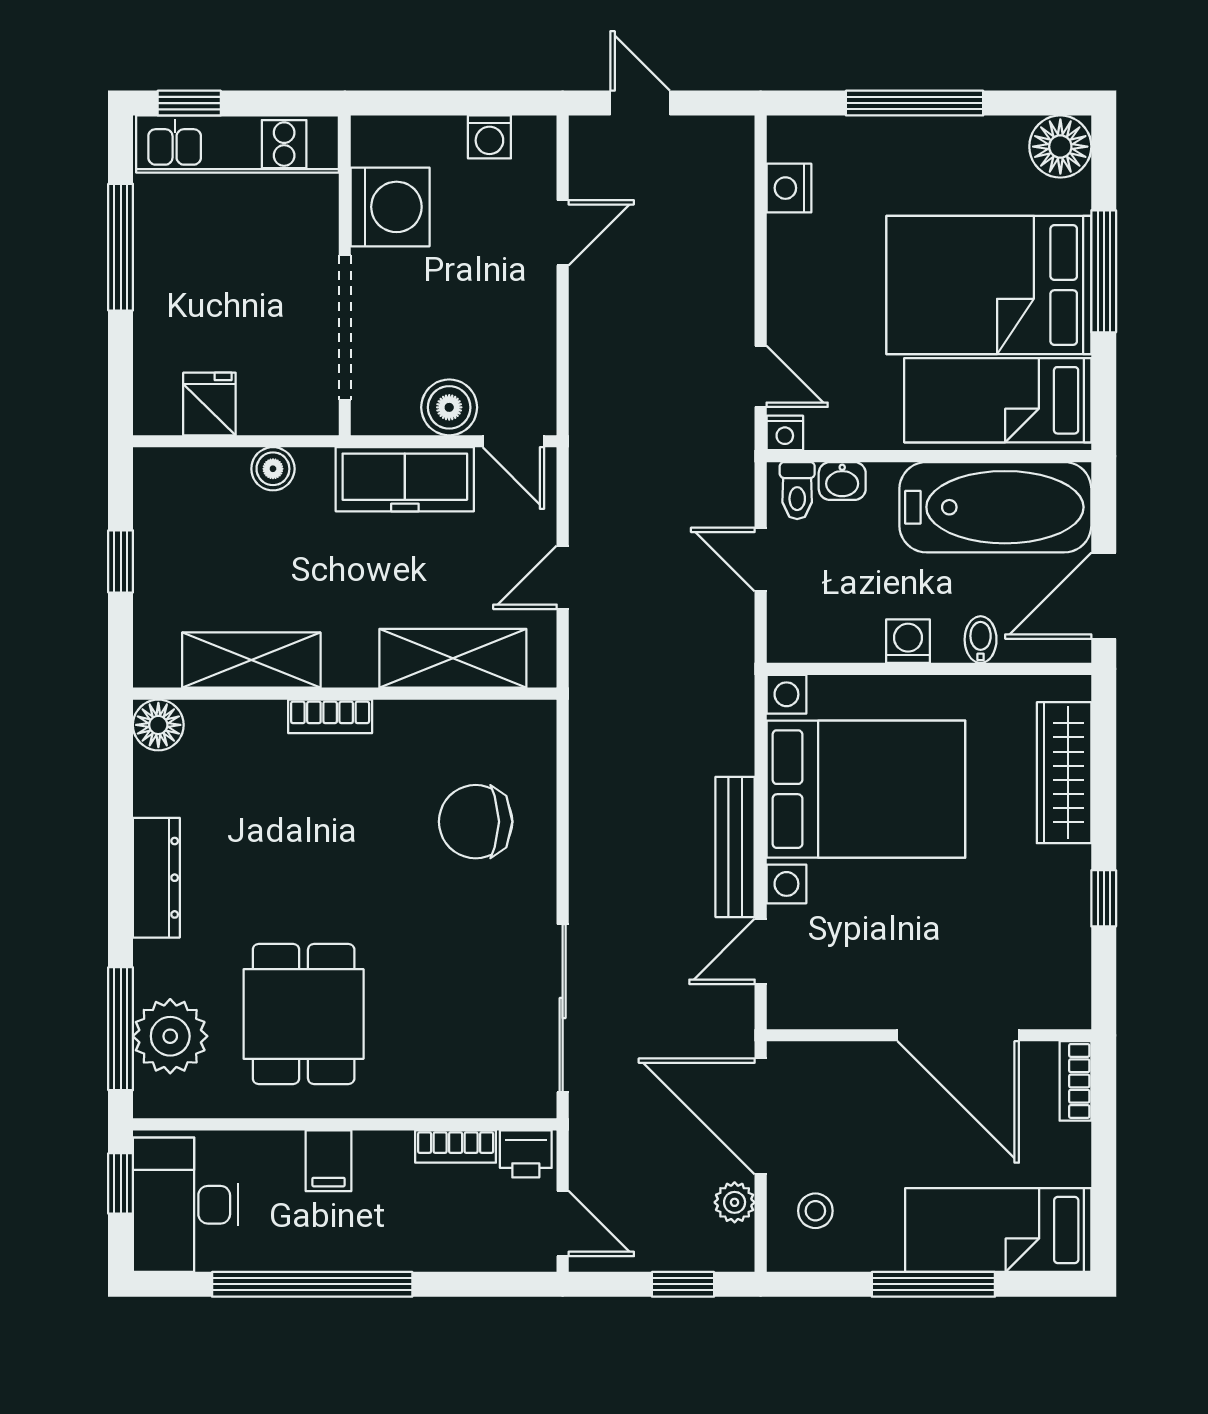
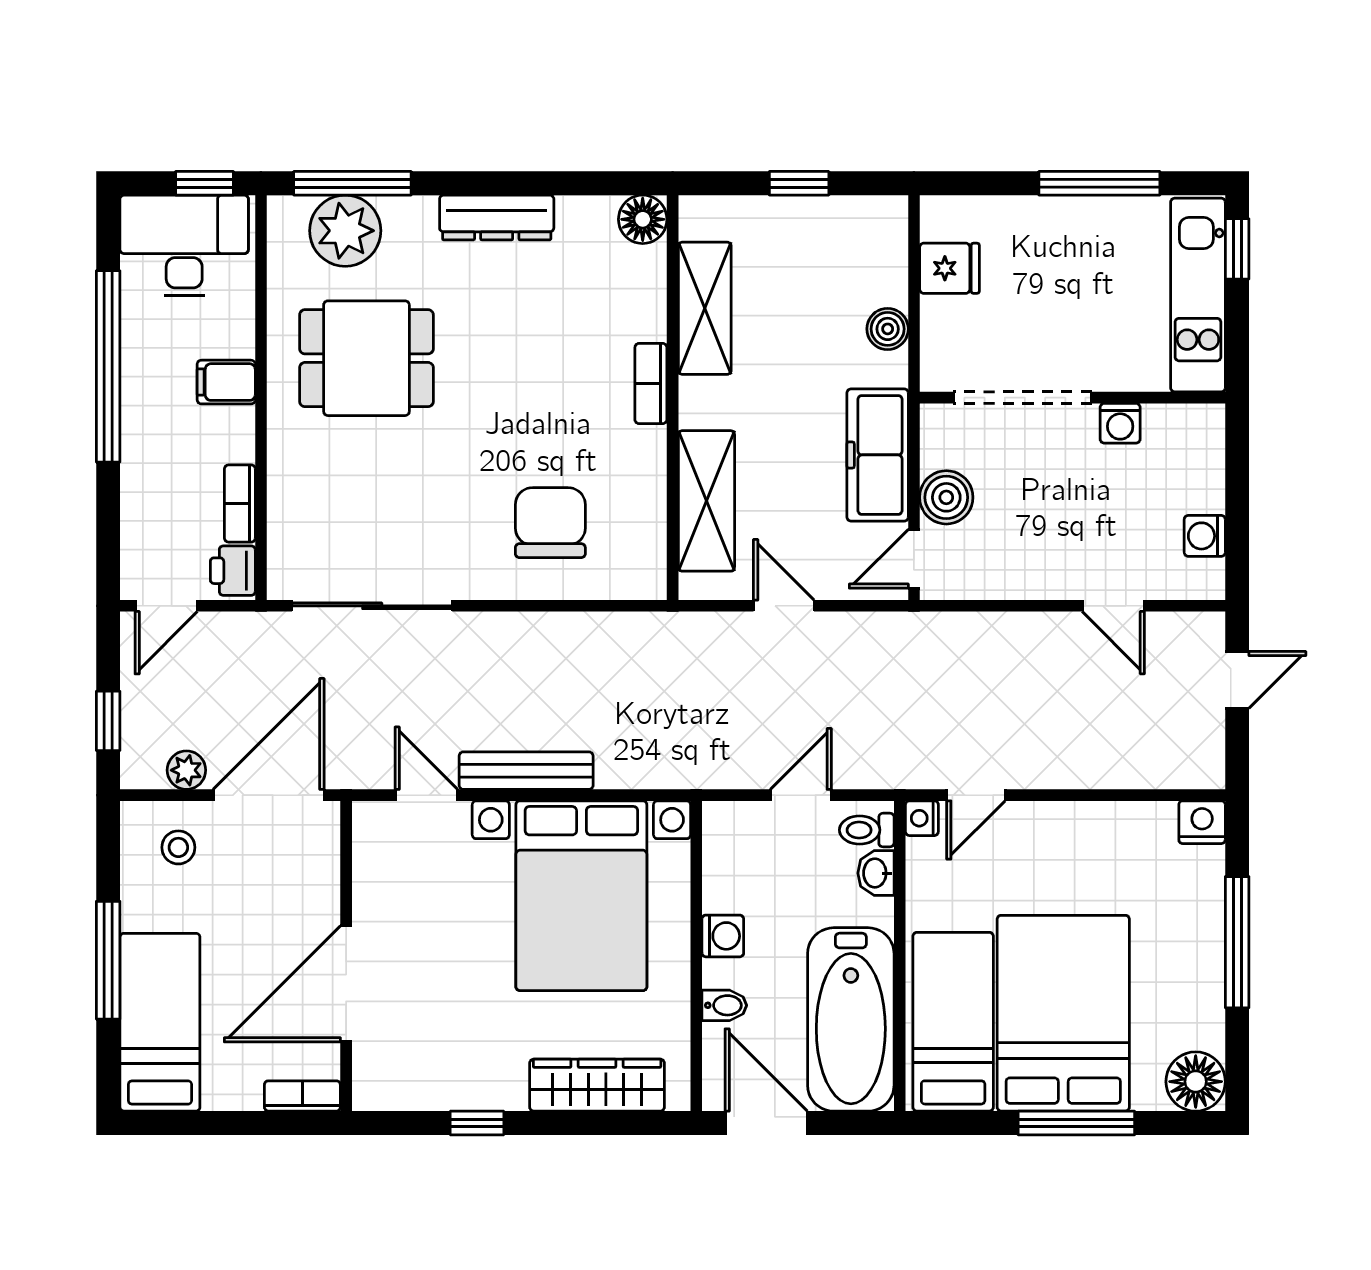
nightstand: (789, 188) -> (1202, 822), moved
washing machine: (390, 207) -> (1120, 423), width x0.53, depth x0.53

